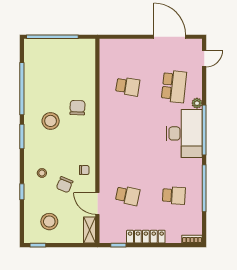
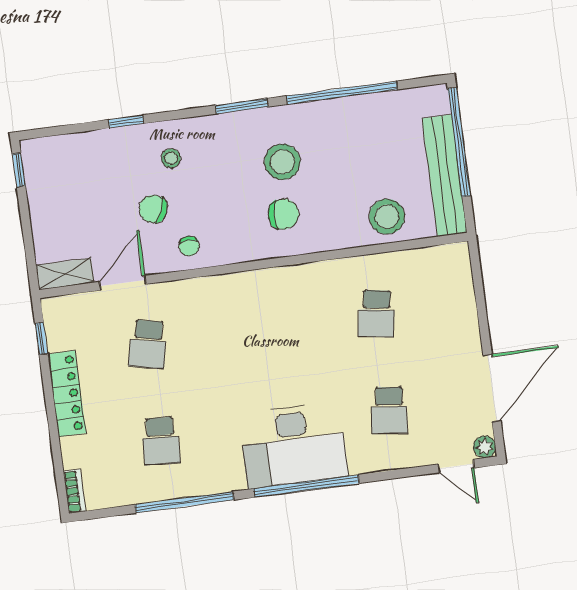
bench: (67, 46) -> (445, 176), added
school desk: (174, 86) -> (389, 410), width x0.54
plant: (197, 103) -> (485, 447), moved
chair: (77, 108) -> (283, 214), moved
stool: (49, 222) -> (387, 217), moved

